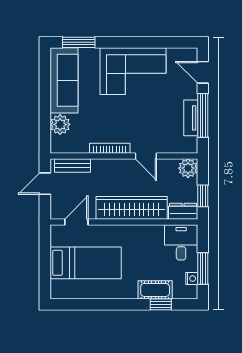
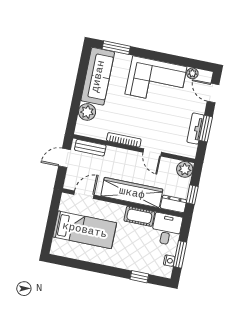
plant: (174, 54) -> (192, 73), added
window: (203, 115) -> (206, 129), width x0.69
cot: (155, 290) -> (139, 216), moved

